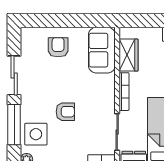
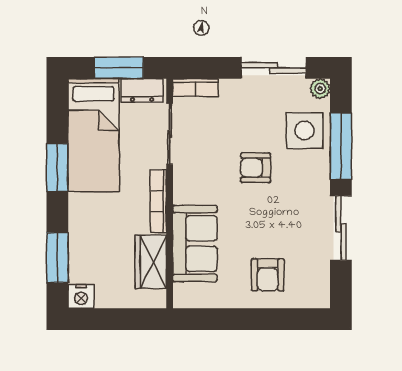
sofa: (102, 50) -> (195, 244), moved

